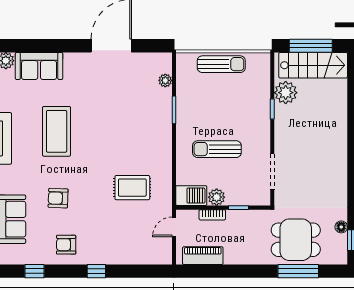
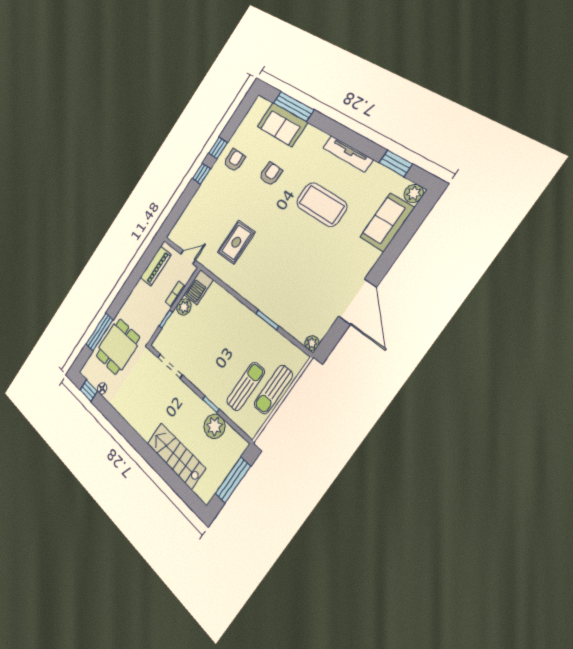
stairs: (313, 65) -> (176, 456), moved, turned 90
plant: (165, 80) -> (312, 343), moved
sun lounger: (217, 149) -> (246, 387), moved
door: (174, 227) -> (188, 257), hinge flipped
window: (34, 271) -> (218, 148), moved

